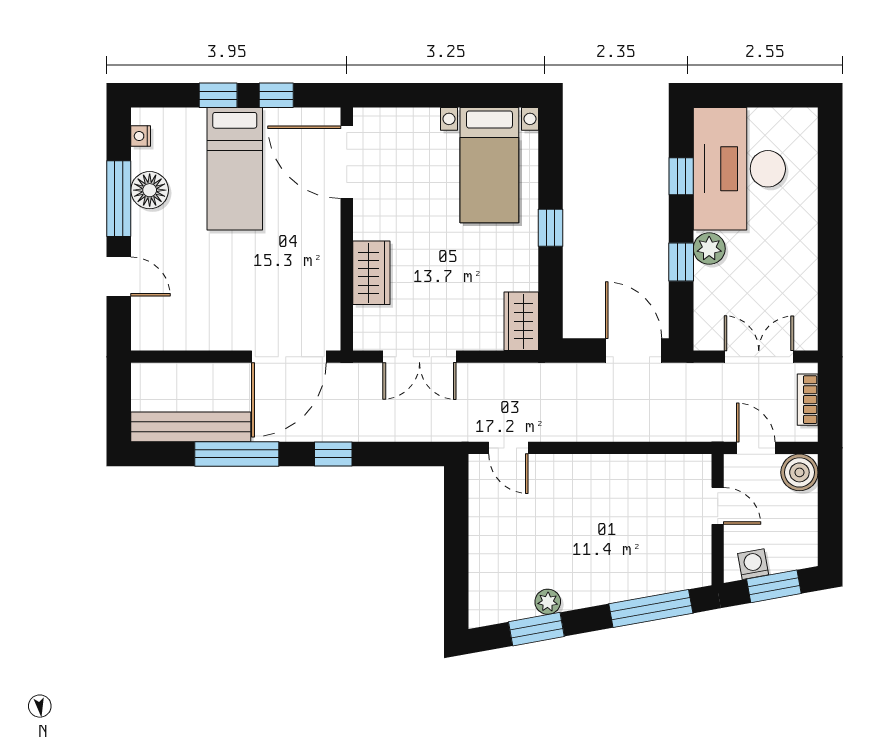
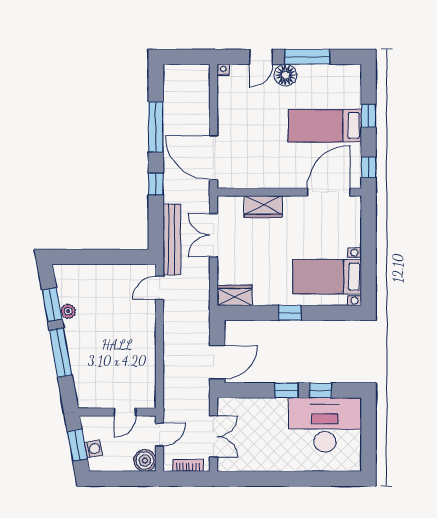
window: (276, 95) -> (369, 167), moved
nightstand: (141, 136) -> (223, 70), moved
floor lamp: (150, 190) -> (286, 75), moved
plant: (709, 249) -> (278, 407), removed
window: (681, 262) -> (286, 390), moved
bench: (191, 427) -> (172, 239), moved
washing machine: (753, 564) -> (93, 449), moved
window: (651, 608) -> (61, 353), moved

